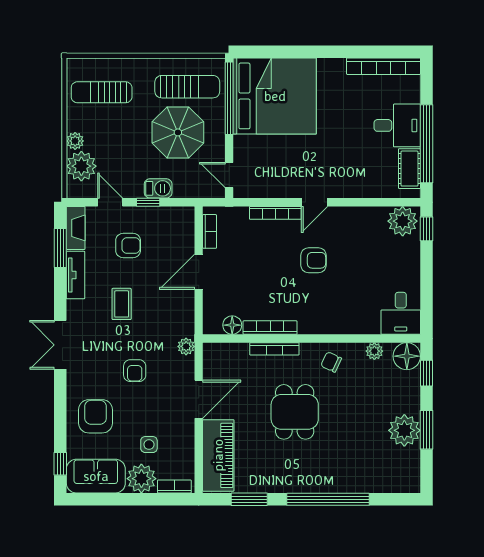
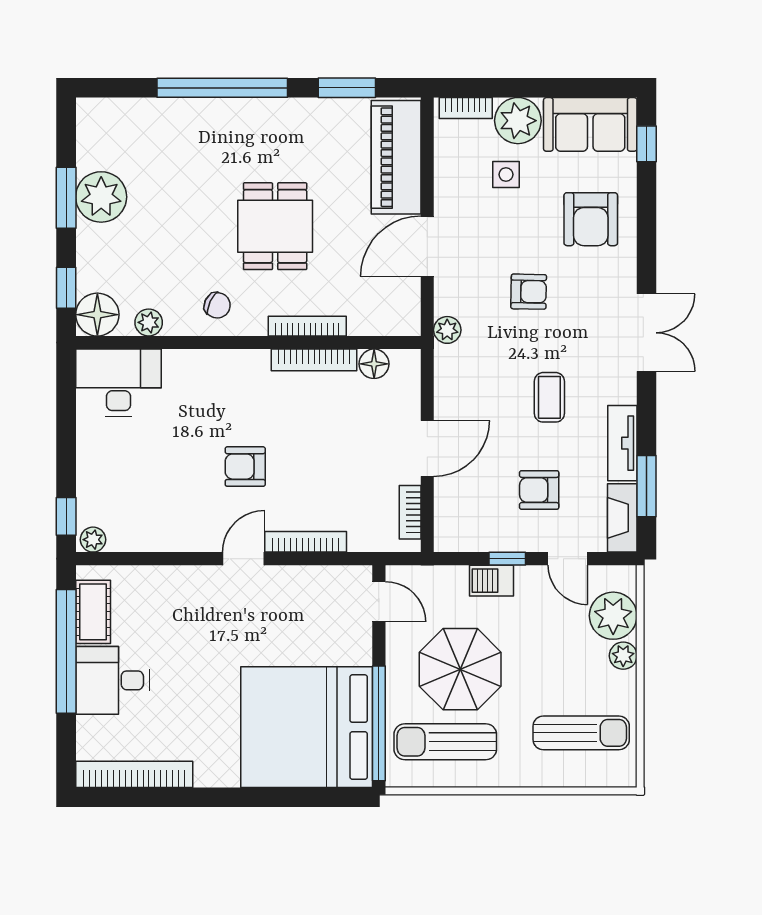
plant: (403, 221) -> (93, 540), width x0.53, depth x0.53
desk: (401, 313) -> (118, 383), width x1.37
armchair: (135, 371) -> (529, 292), turned 91

